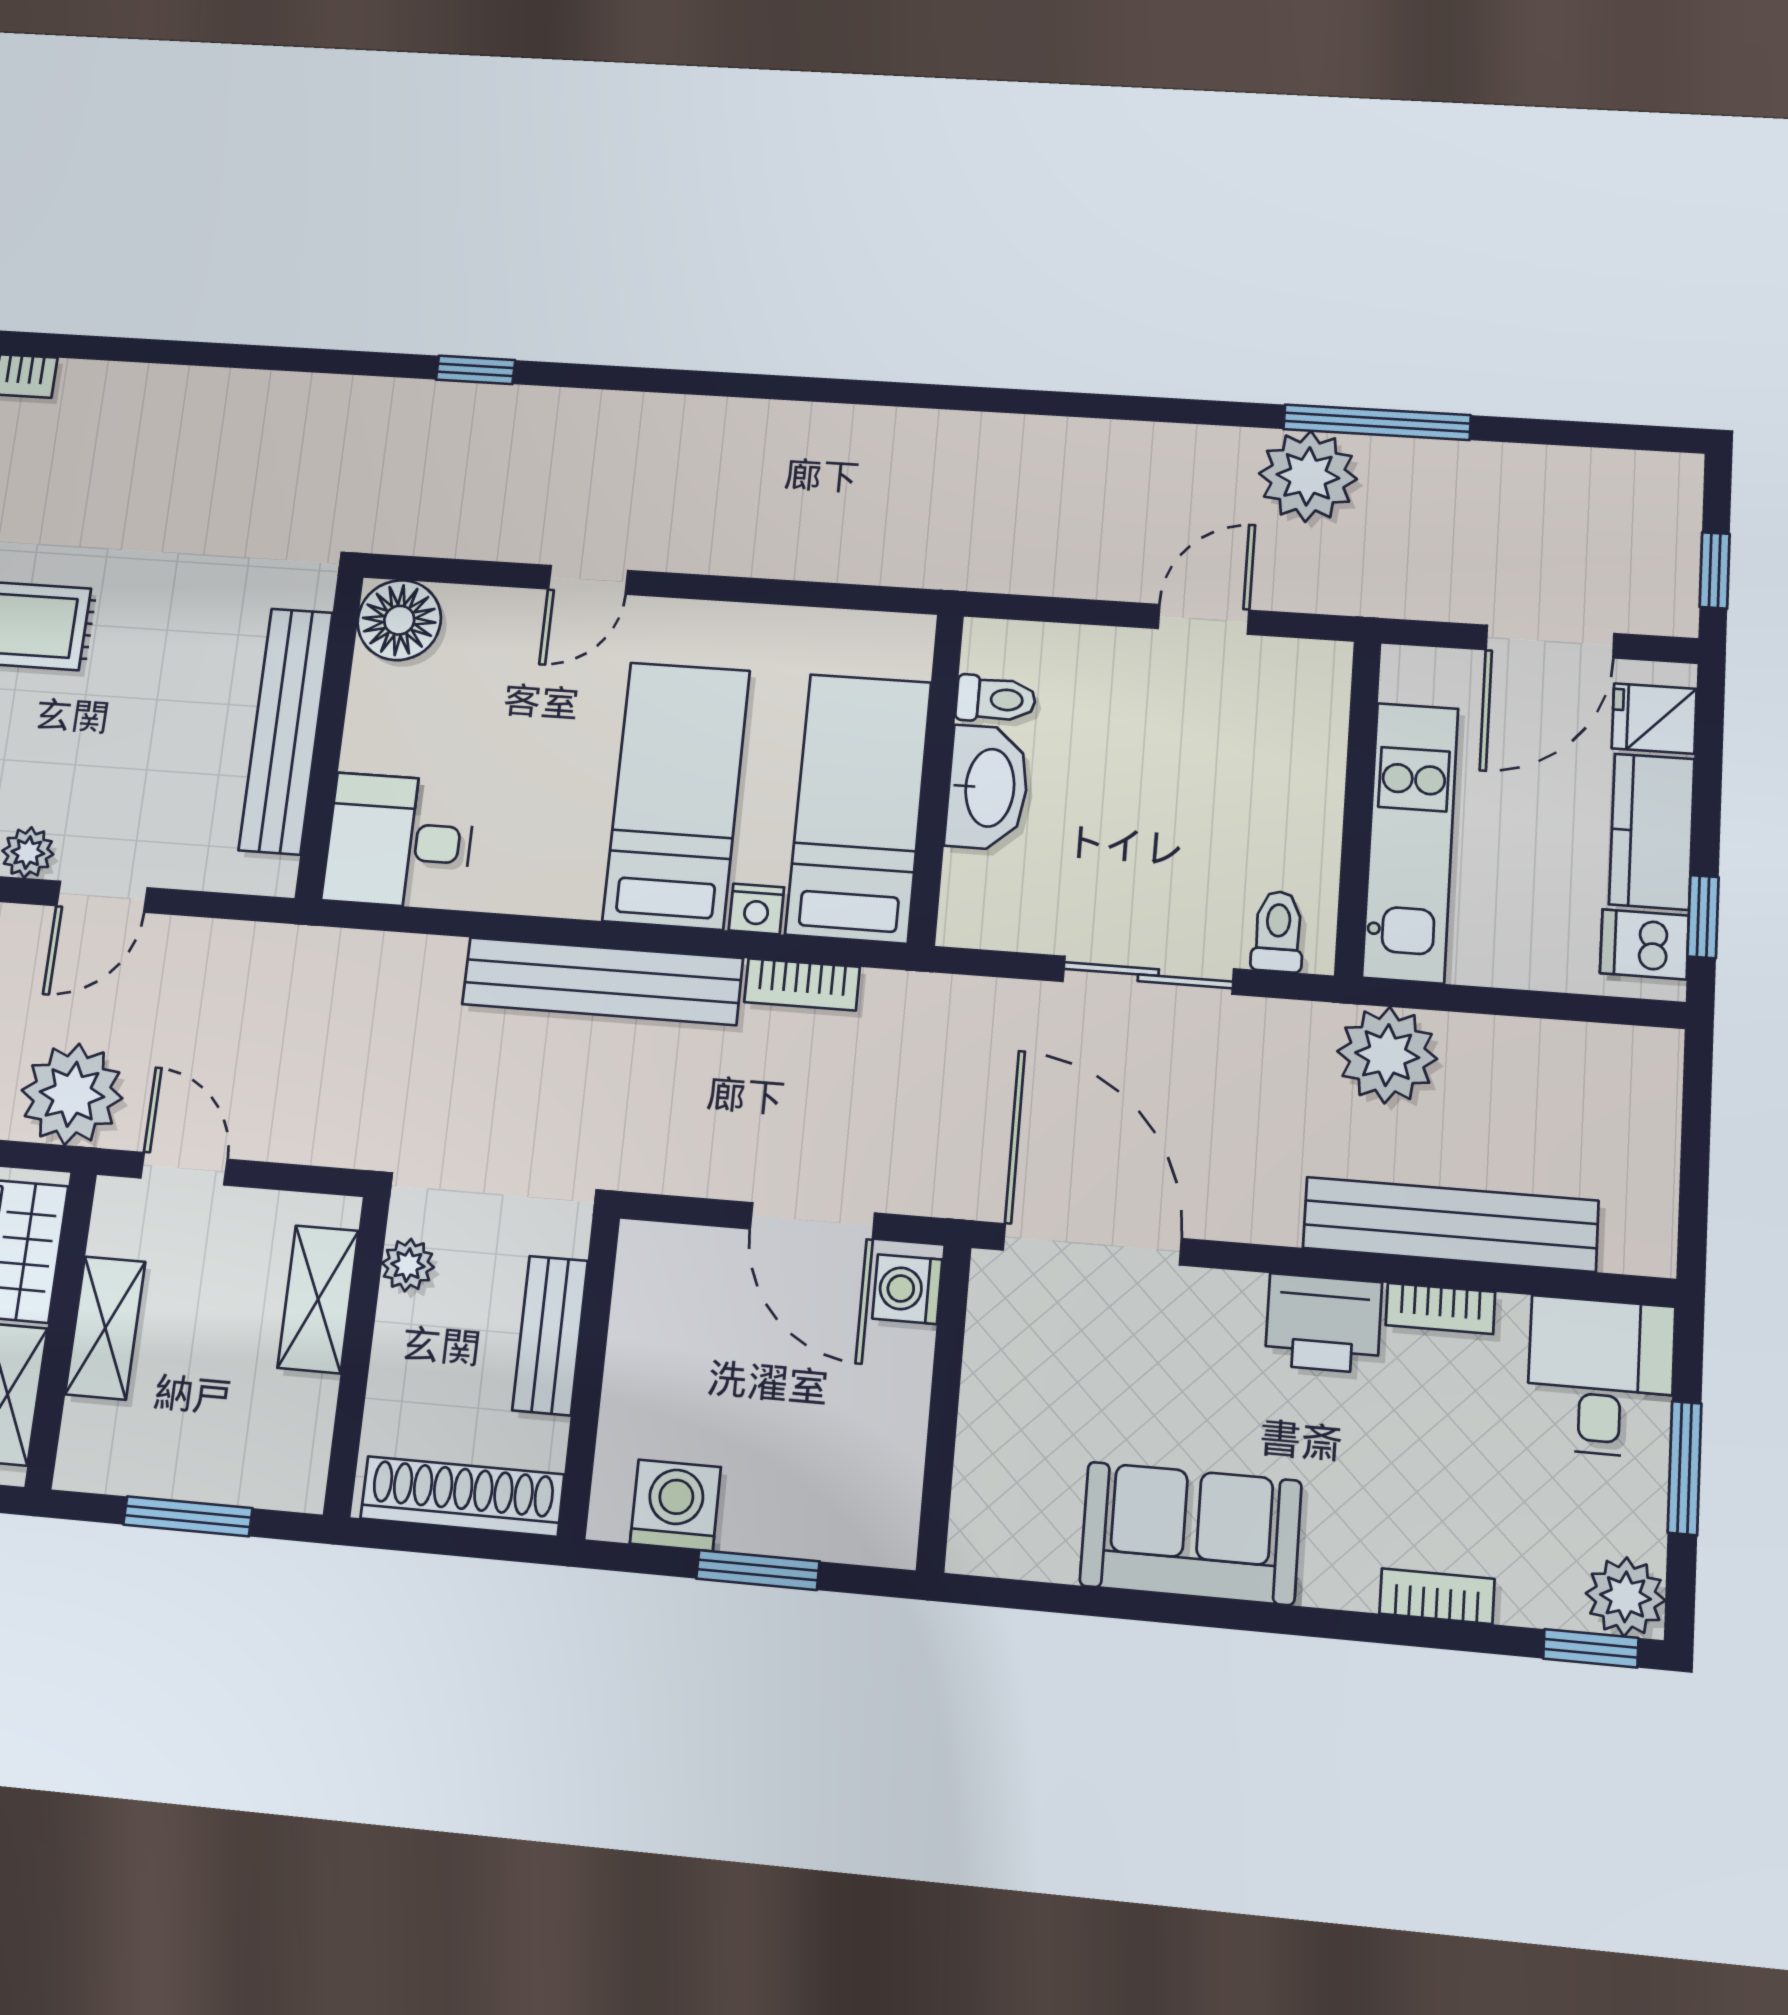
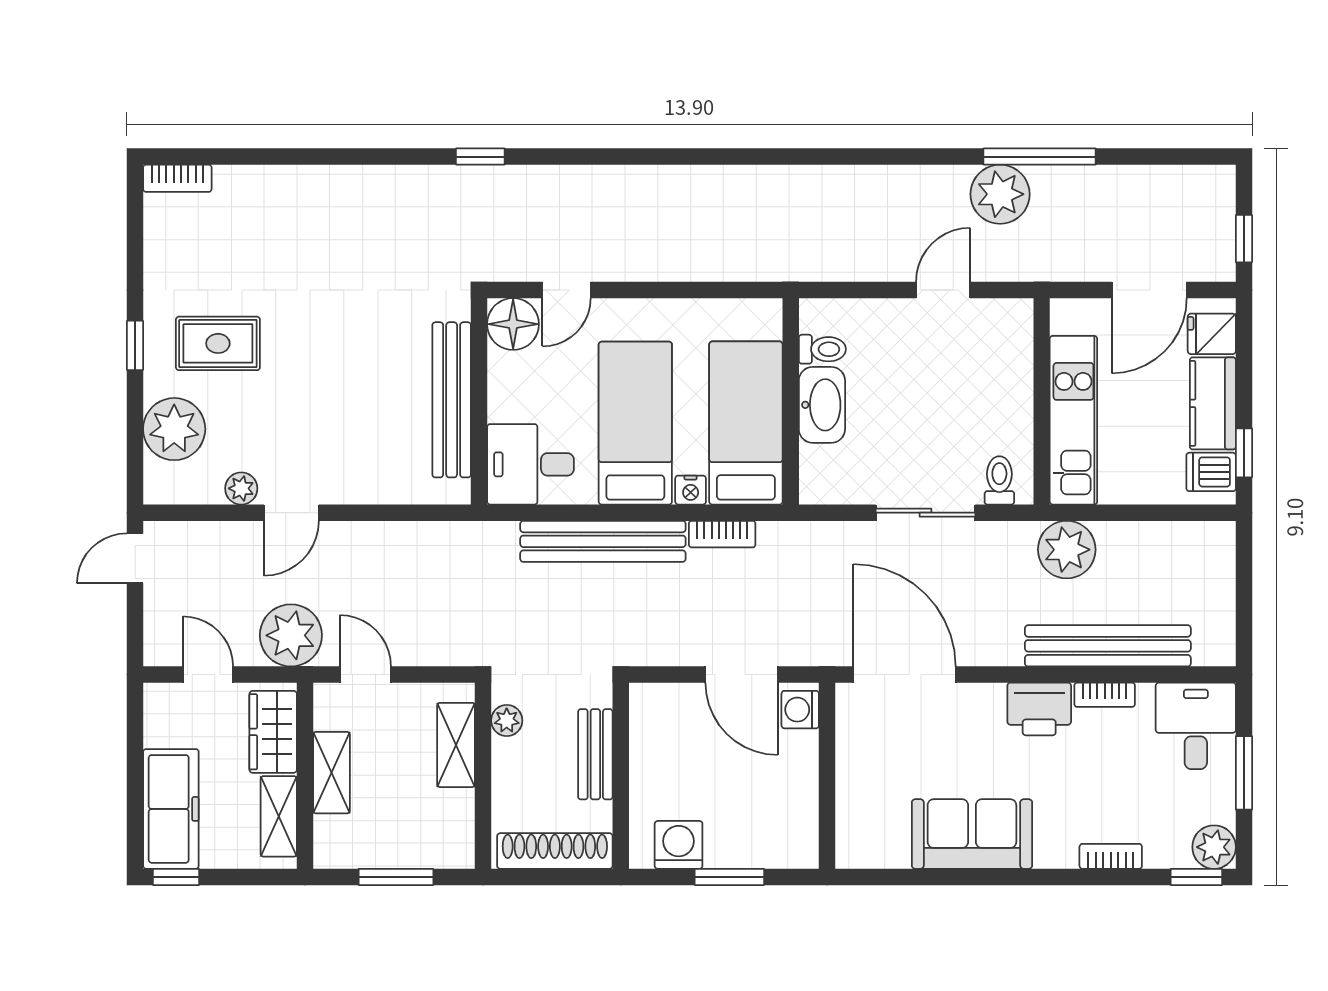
floor lamp: (399, 620) -> (513, 324), moved
bench: (286, 731) -> (452, 400), moved
wall: (329, 736) -> (479, 401), moved
desk: (399, 841) -> (531, 464), moved

